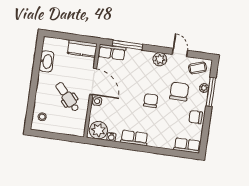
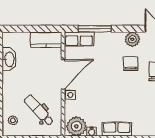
door: (93, 82) -> (63, 74), hinge flipped
dental chair: (67, 97) -> (39, 110), moved
chair: (151, 101) -> (131, 64), moved

